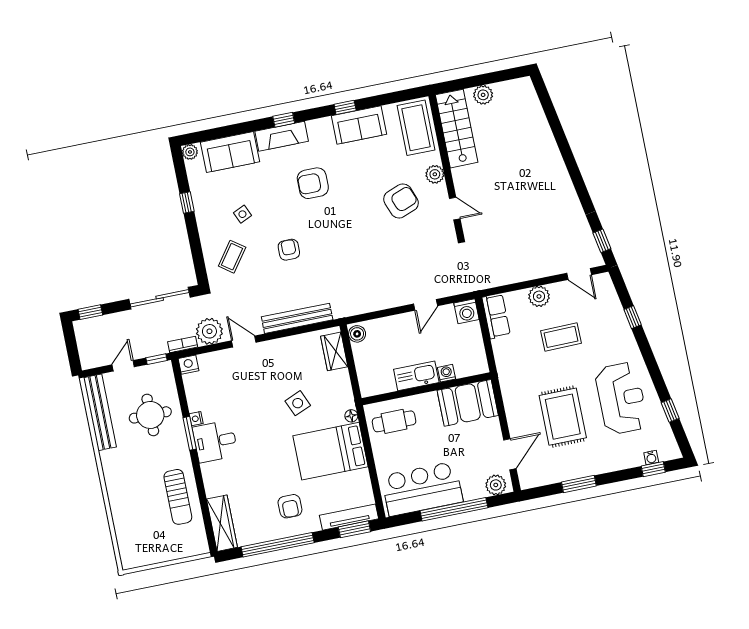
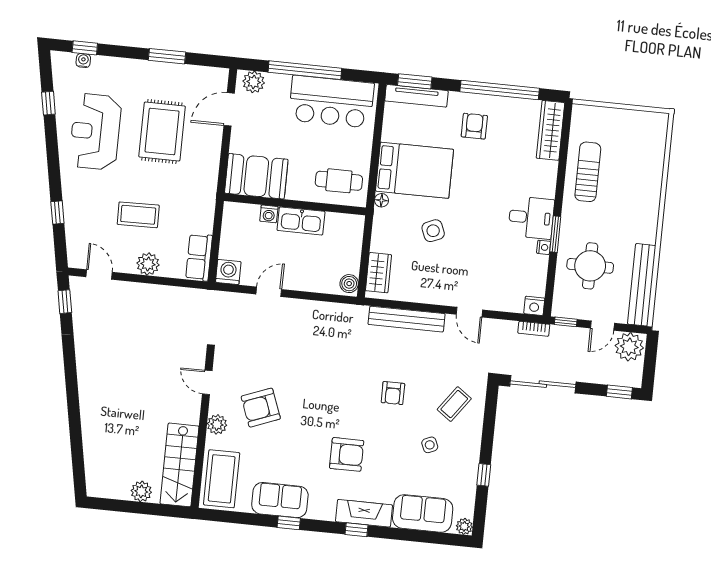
plant: (209, 331) -> (629, 347), moved

